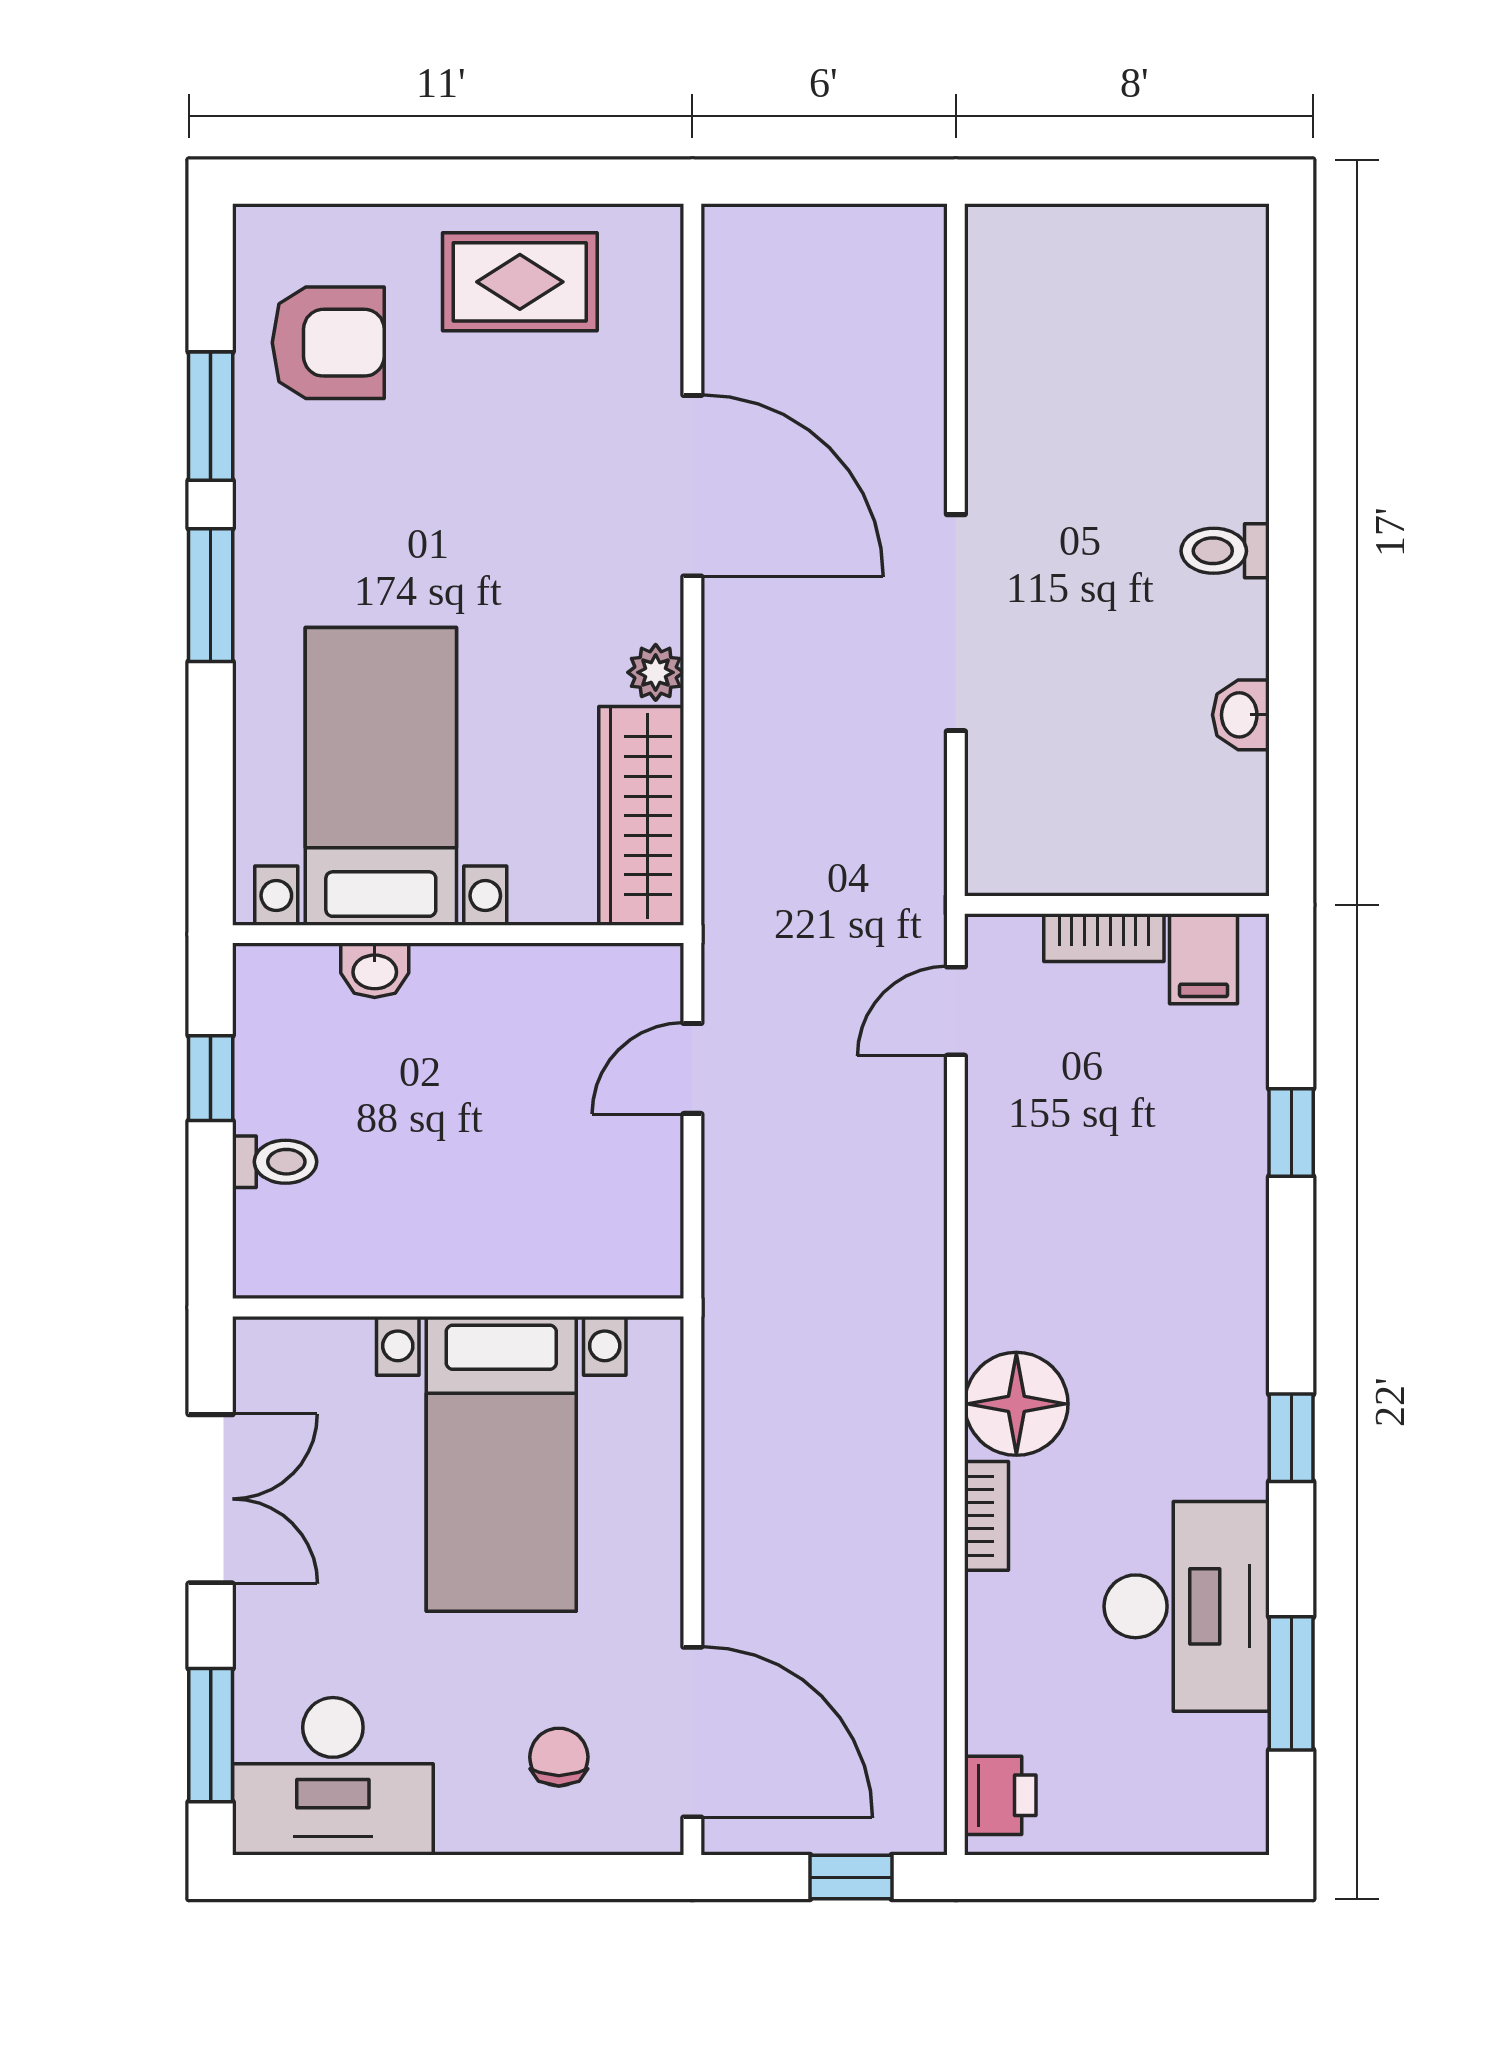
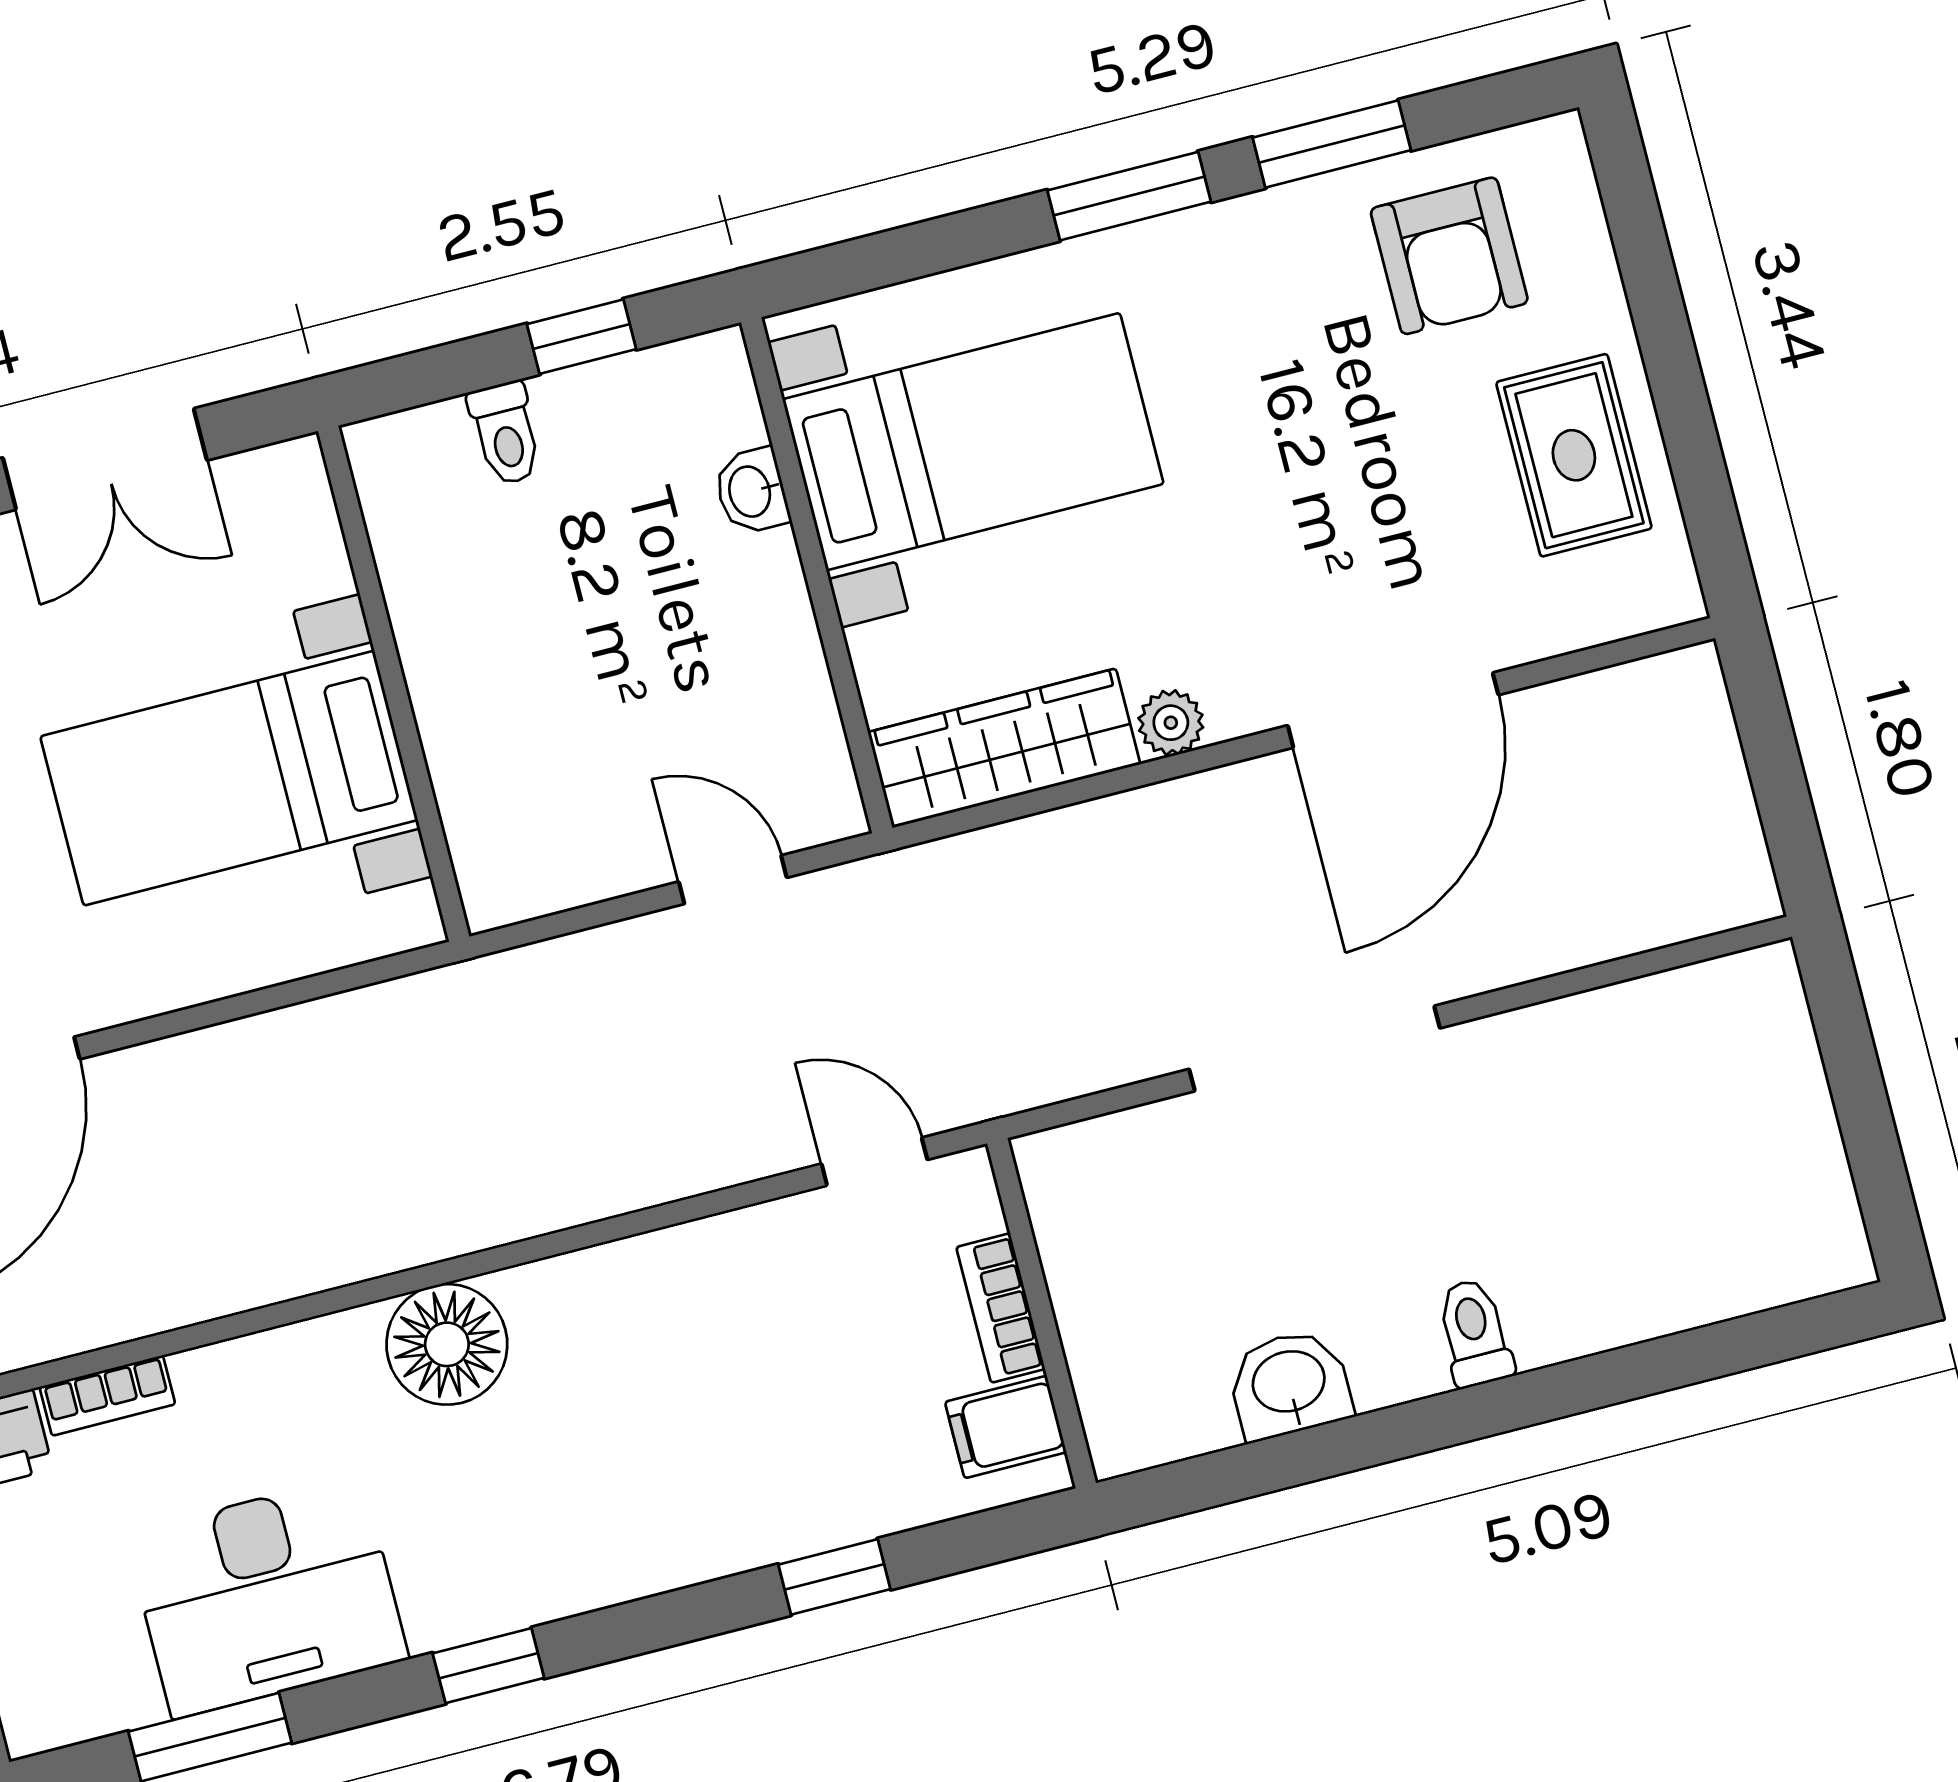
washbasin: (1241, 715) -> (1289, 1384), width x1.38, depth x1.45
bookcase: (986, 1516) -> (107, 1395), moved

